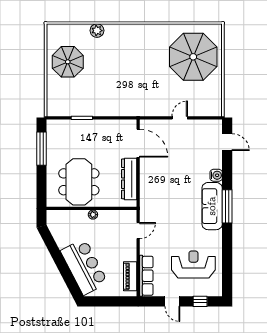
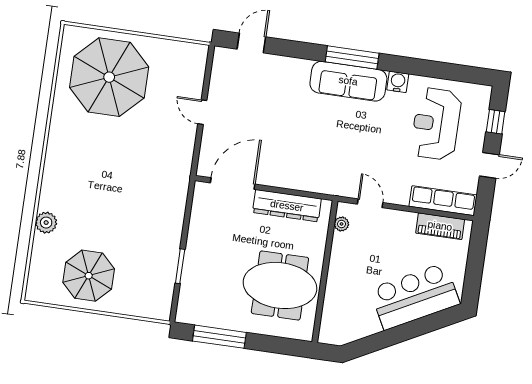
water cooler: (216, 175) -> (398, 82), moved
plant: (93, 215) -> (342, 224), moved

